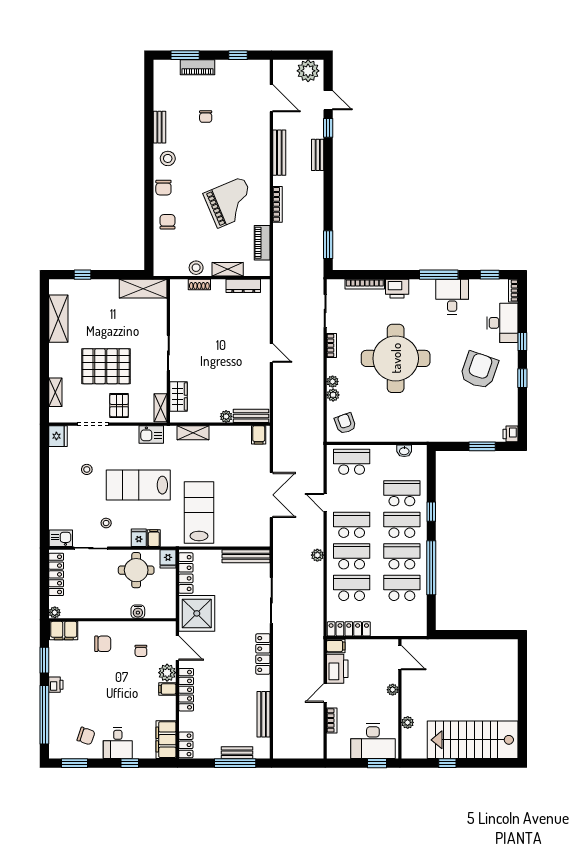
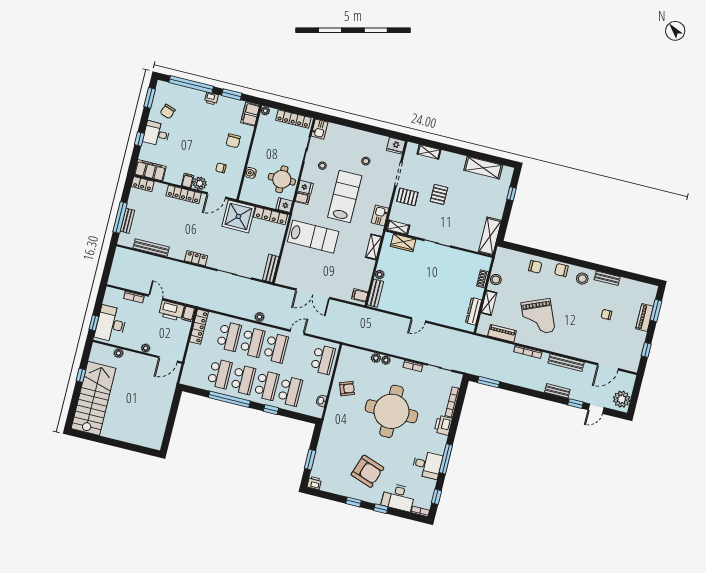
pallet: (106, 366) -> (439, 194), width x0.49, depth x0.50
armchair: (345, 423) -> (347, 389), moved
bench: (246, 556) -> (271, 268), width x0.73
locker: (263, 654) -> (196, 258), width x0.66

